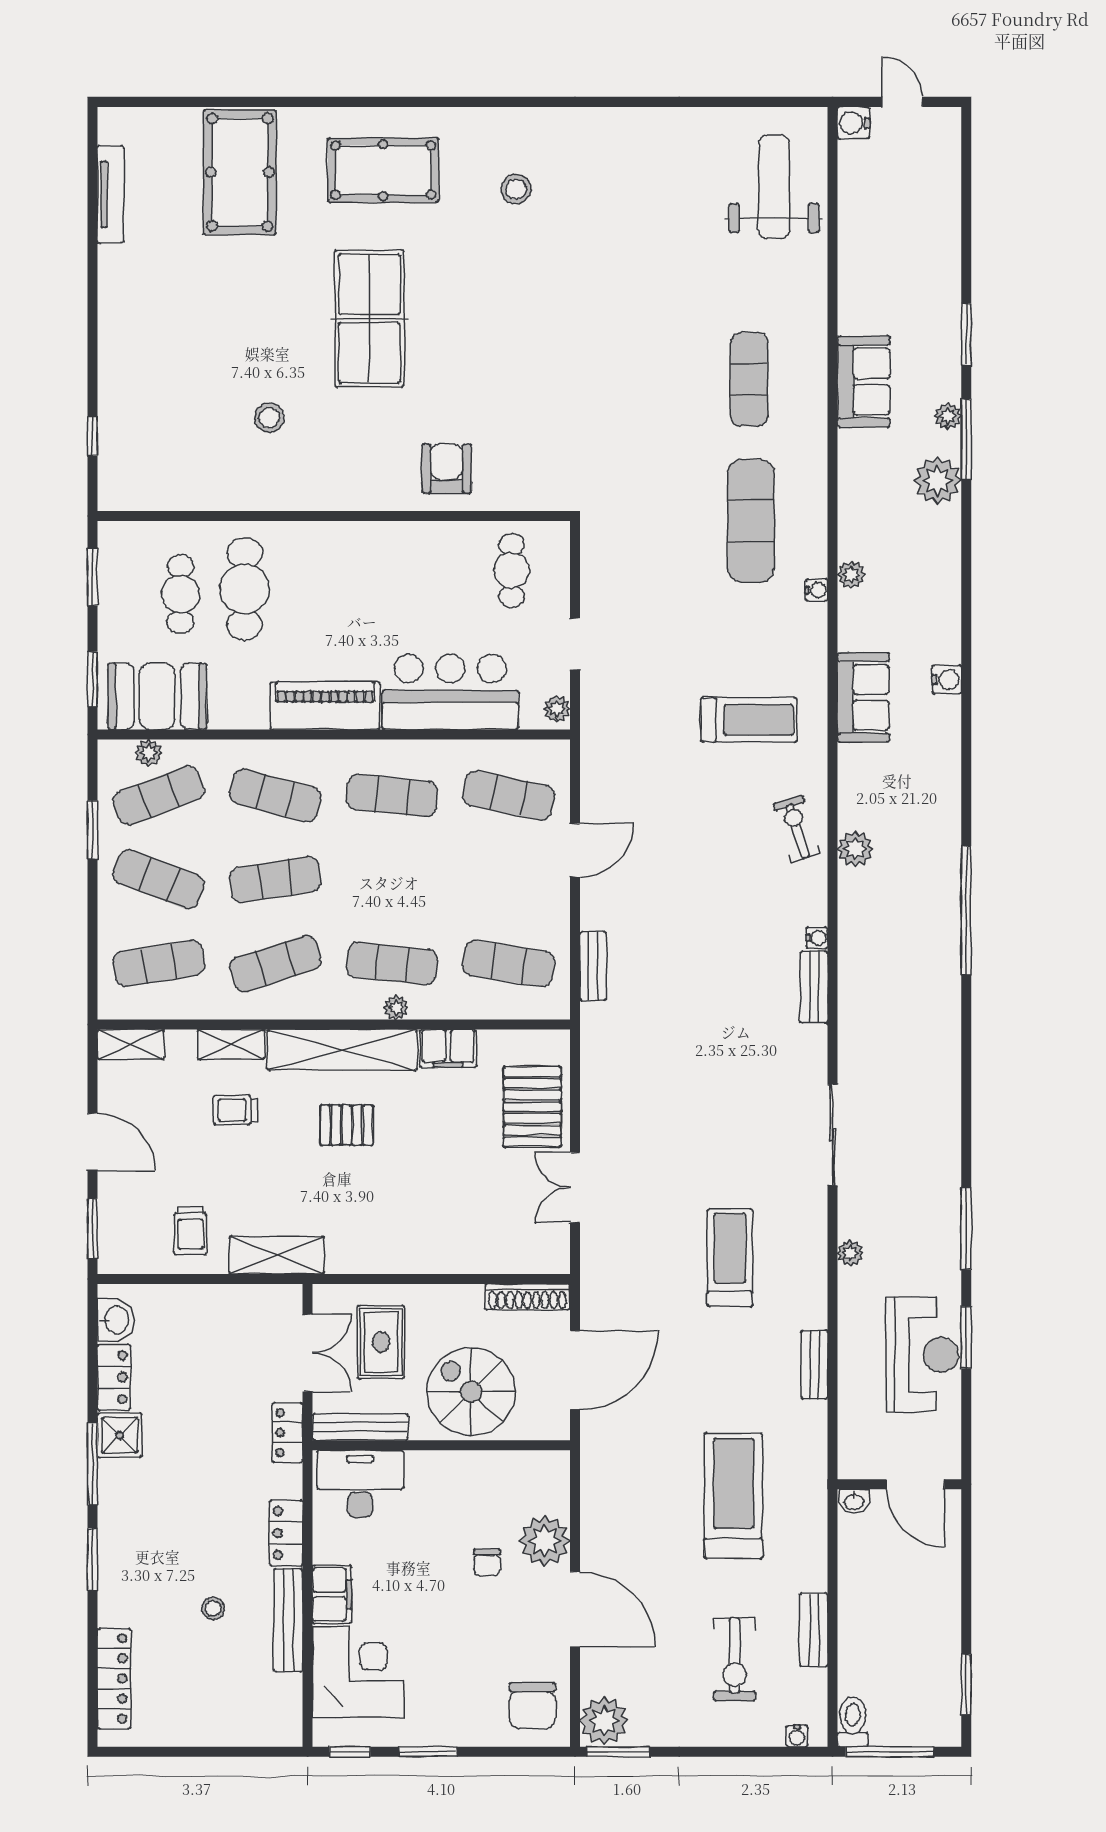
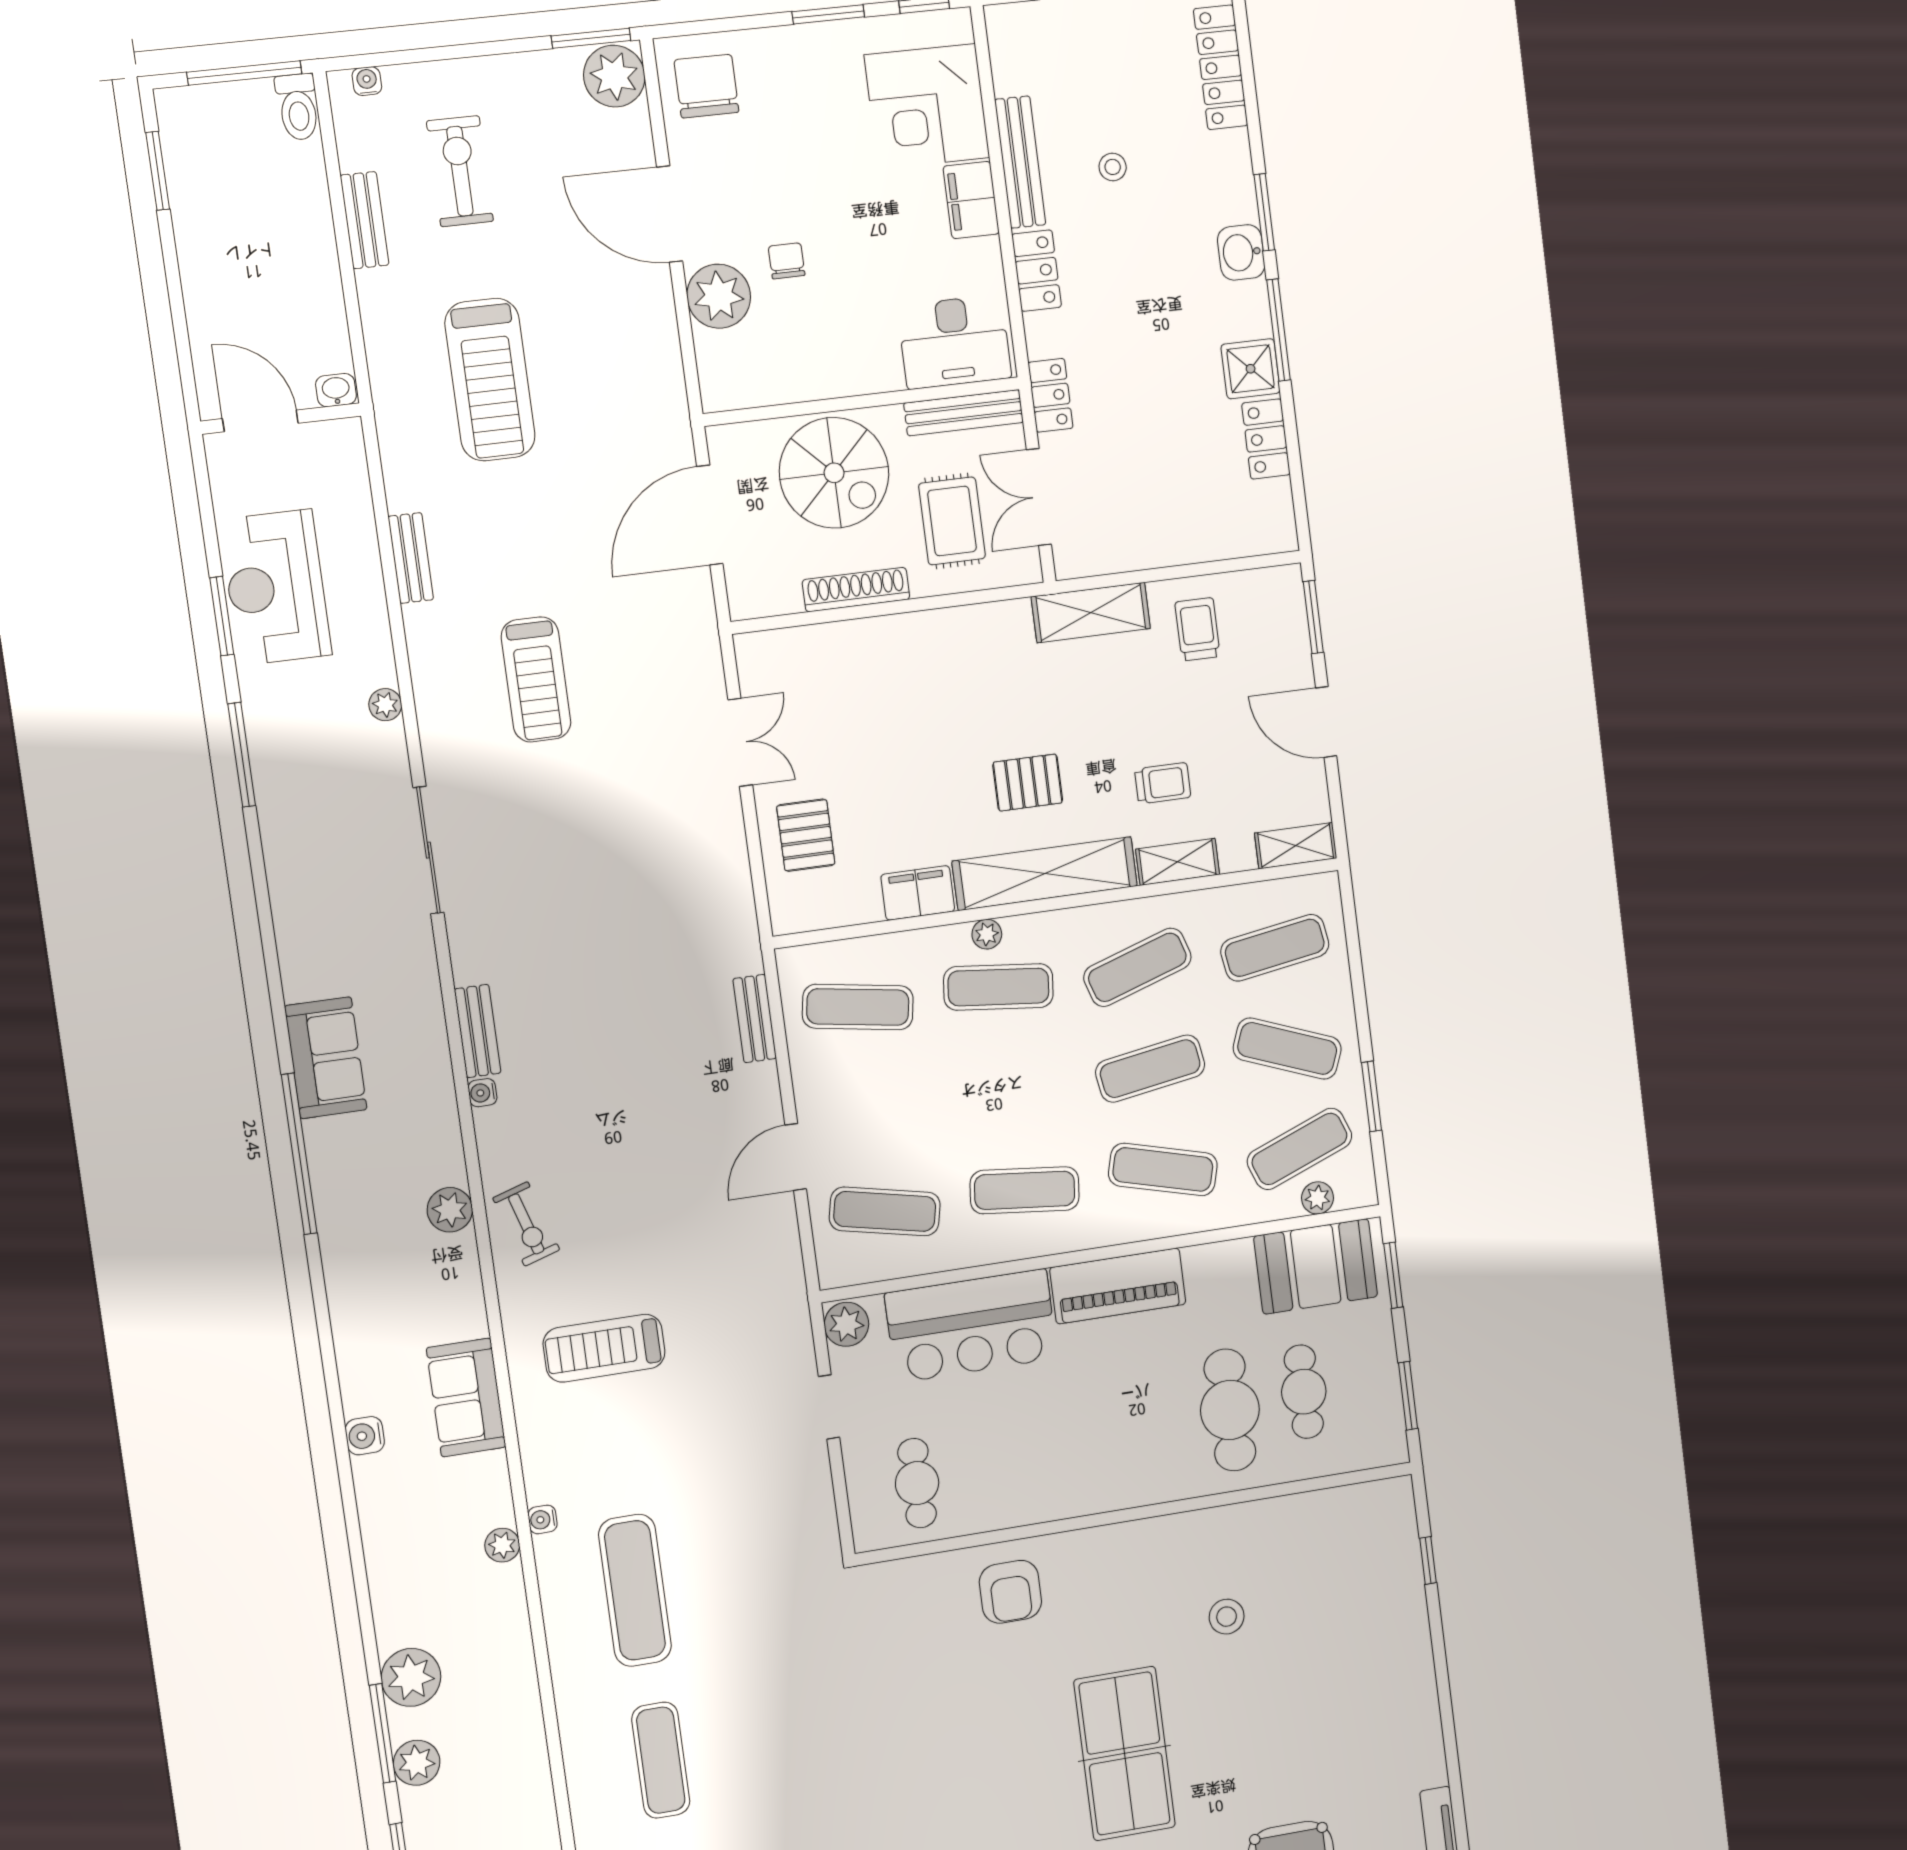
sofa: (864, 382) -> (326, 1058), moved, turned 180
plant: (948, 416) -> (417, 1763), width x1.38, depth x1.38
plant: (557, 709) -> (846, 1324), width x1.38, depth x1.38
pallet: (532, 1107) -> (806, 835), width x0.67, depth x0.71
shoe rack: (527, 1297) -> (856, 590), moved
washbasin: (116, 1320) -> (1241, 252), moved

